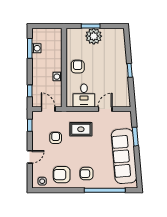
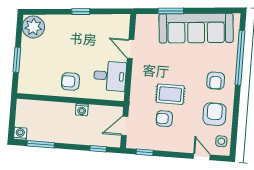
plant: (94, 36) -> (33, 27), moved
washing machine: (36, 48) -> (20, 134), moved
rug: (81, 129) -> (170, 94), moved, turned 90
door: (30, 157) -> (202, 157), moved
armchair: (62, 175) -> (215, 114), turned 180

